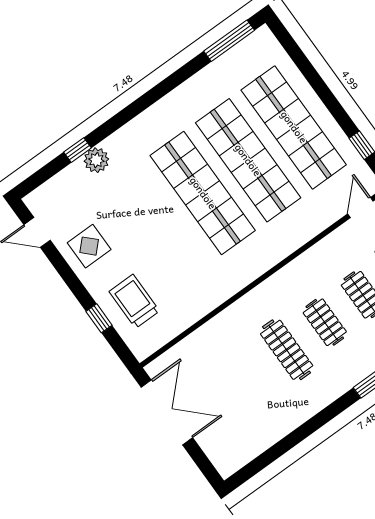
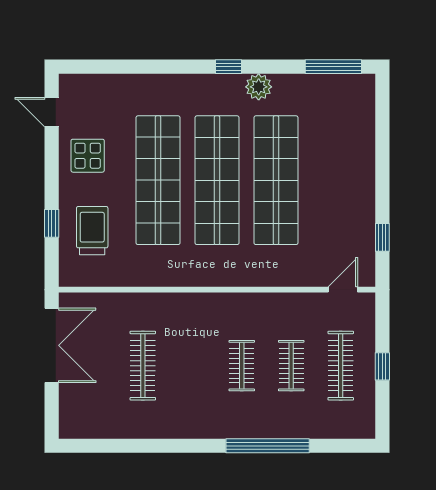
shop shelf: (294, 127) -> (158, 180), moved
window: (78, 150) -> (229, 67), moved
plant: (96, 160) -> (259, 87), moved
clothes rail: (287, 350) -> (143, 366), moved

